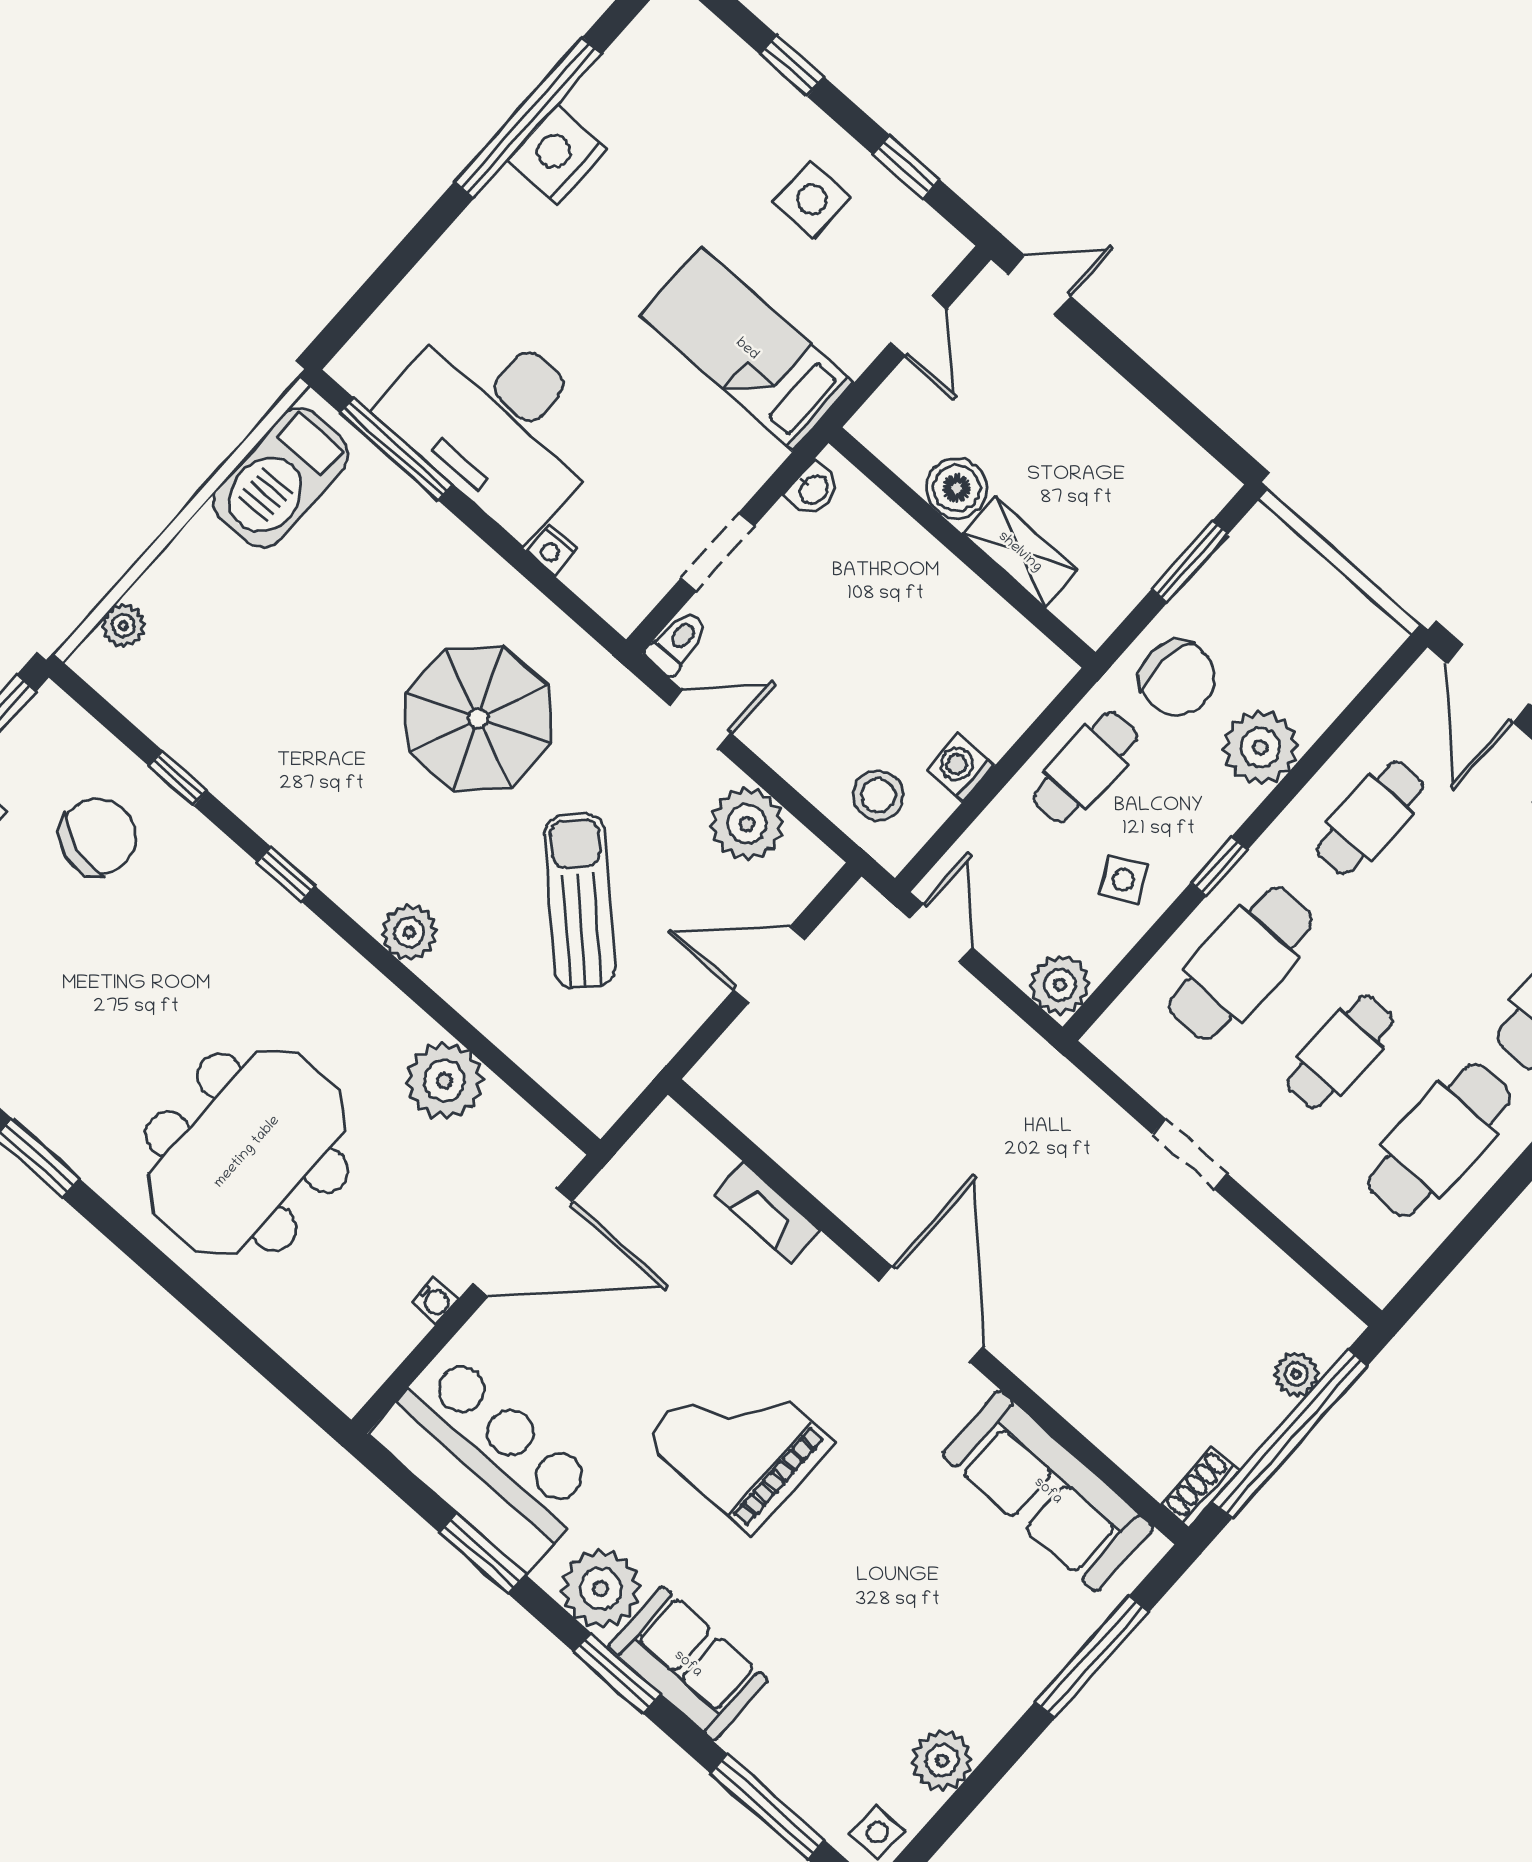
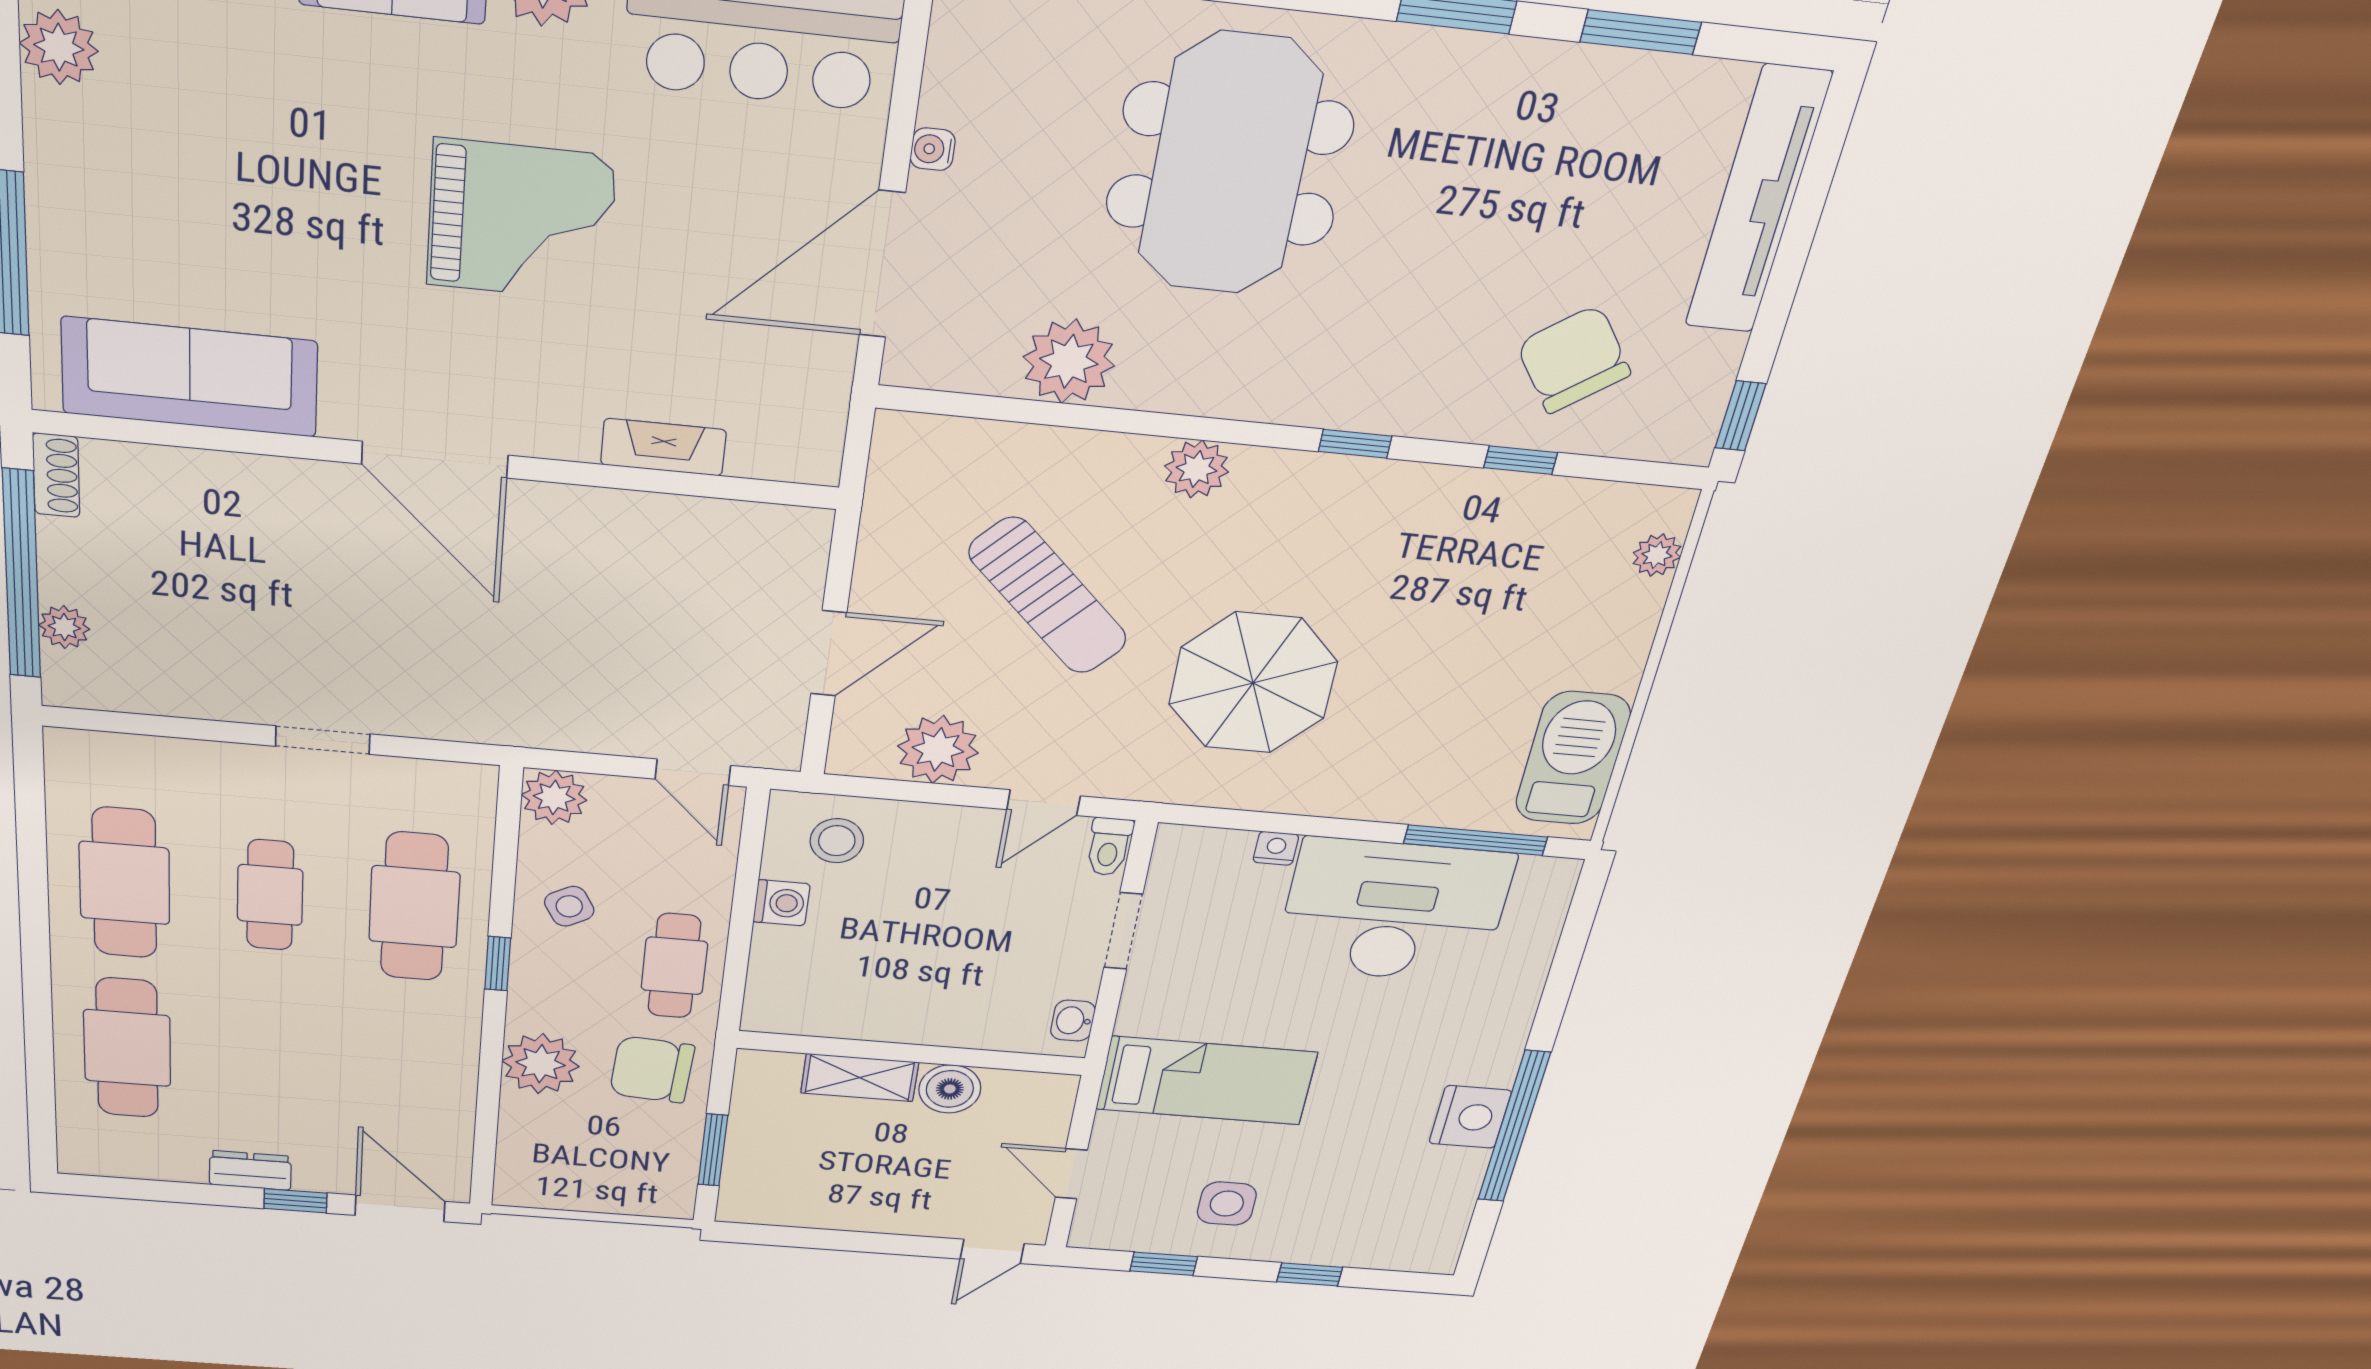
cafe table: (1370, 818) -> (406, 1070), removed
chair: (98, 837) -> (1574, 359), turned 128

